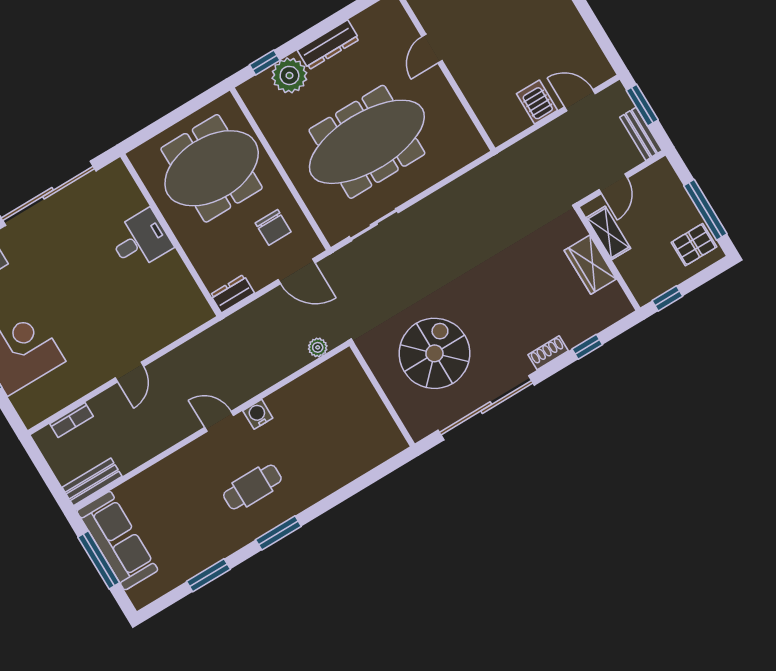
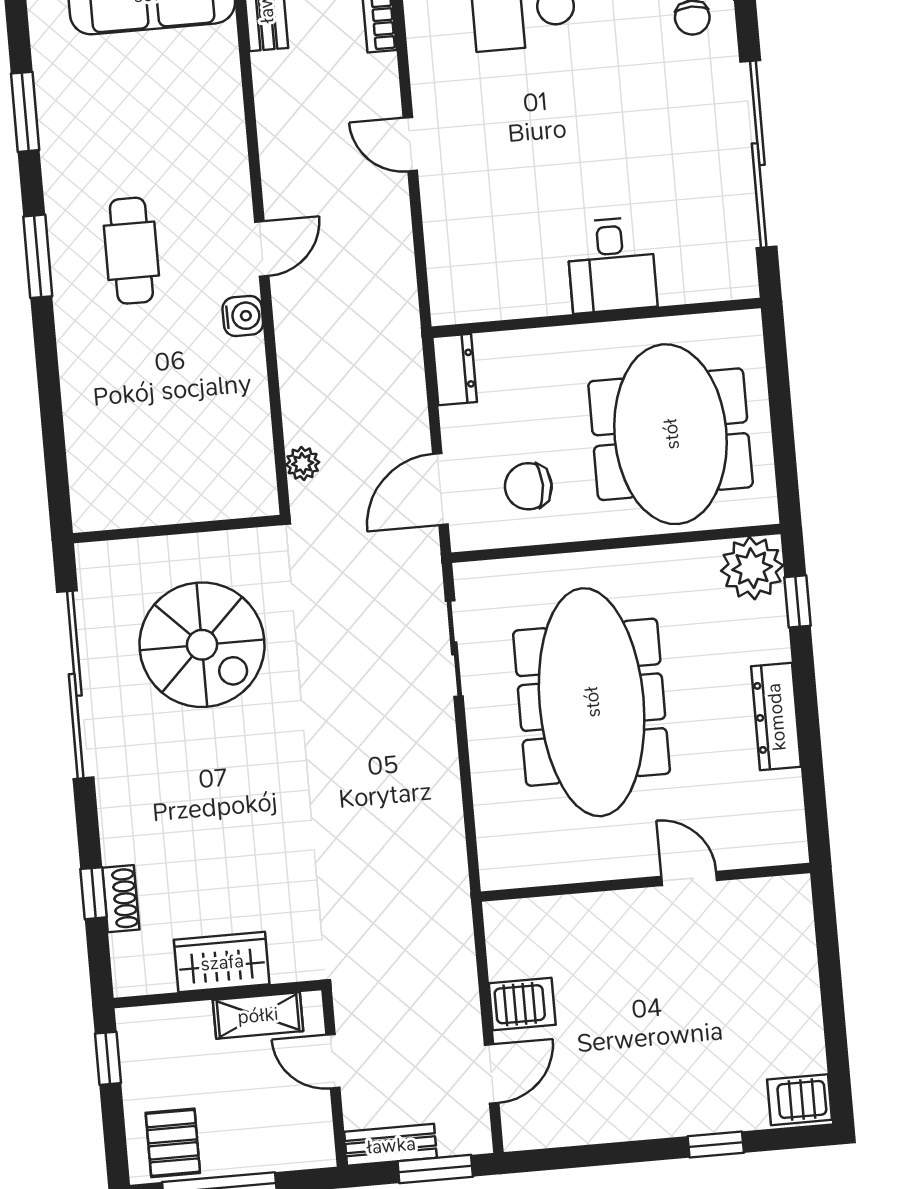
plant: (289, 75) -> (752, 568), moved
shoe rack: (548, 353) -> (121, 899), moved

